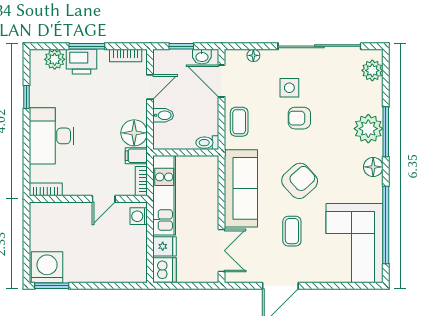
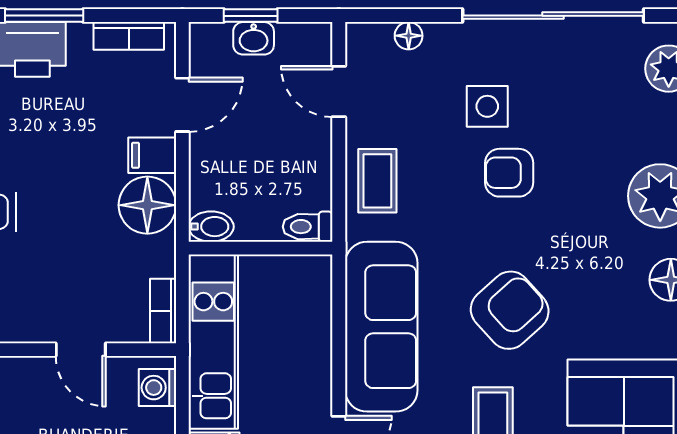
washbasin: (202, 57) -> (254, 38), moved
door: (222, 81) -> (339, 92), width x0.73
bidet: (163, 115) -> (211, 227), moved
filing cabinet: (136, 156) -> (152, 155), moved
door: (104, 199) -> (81, 350), hinge flipped

